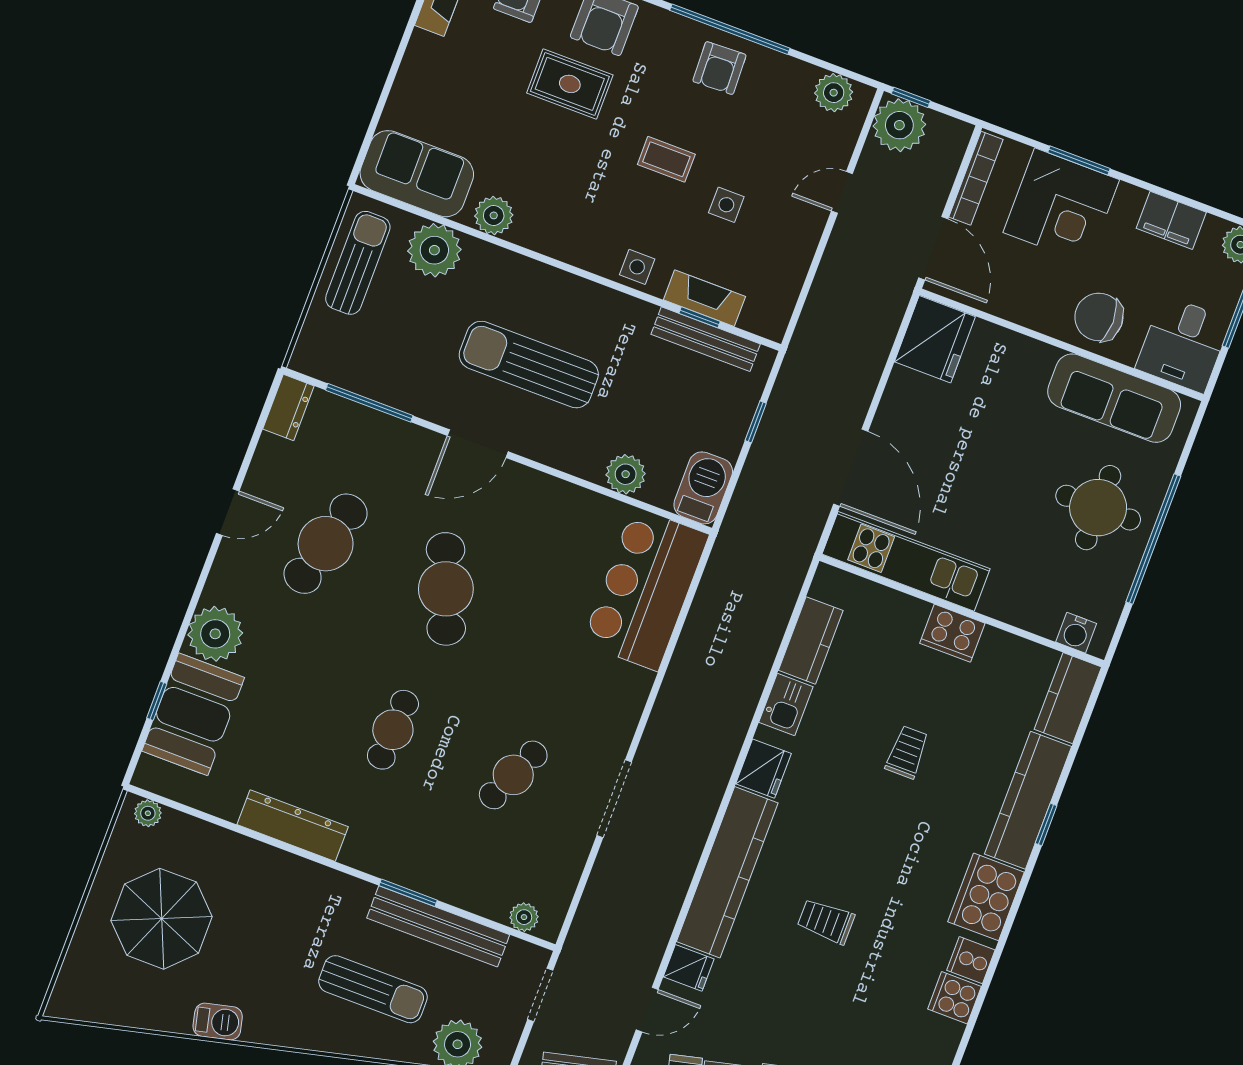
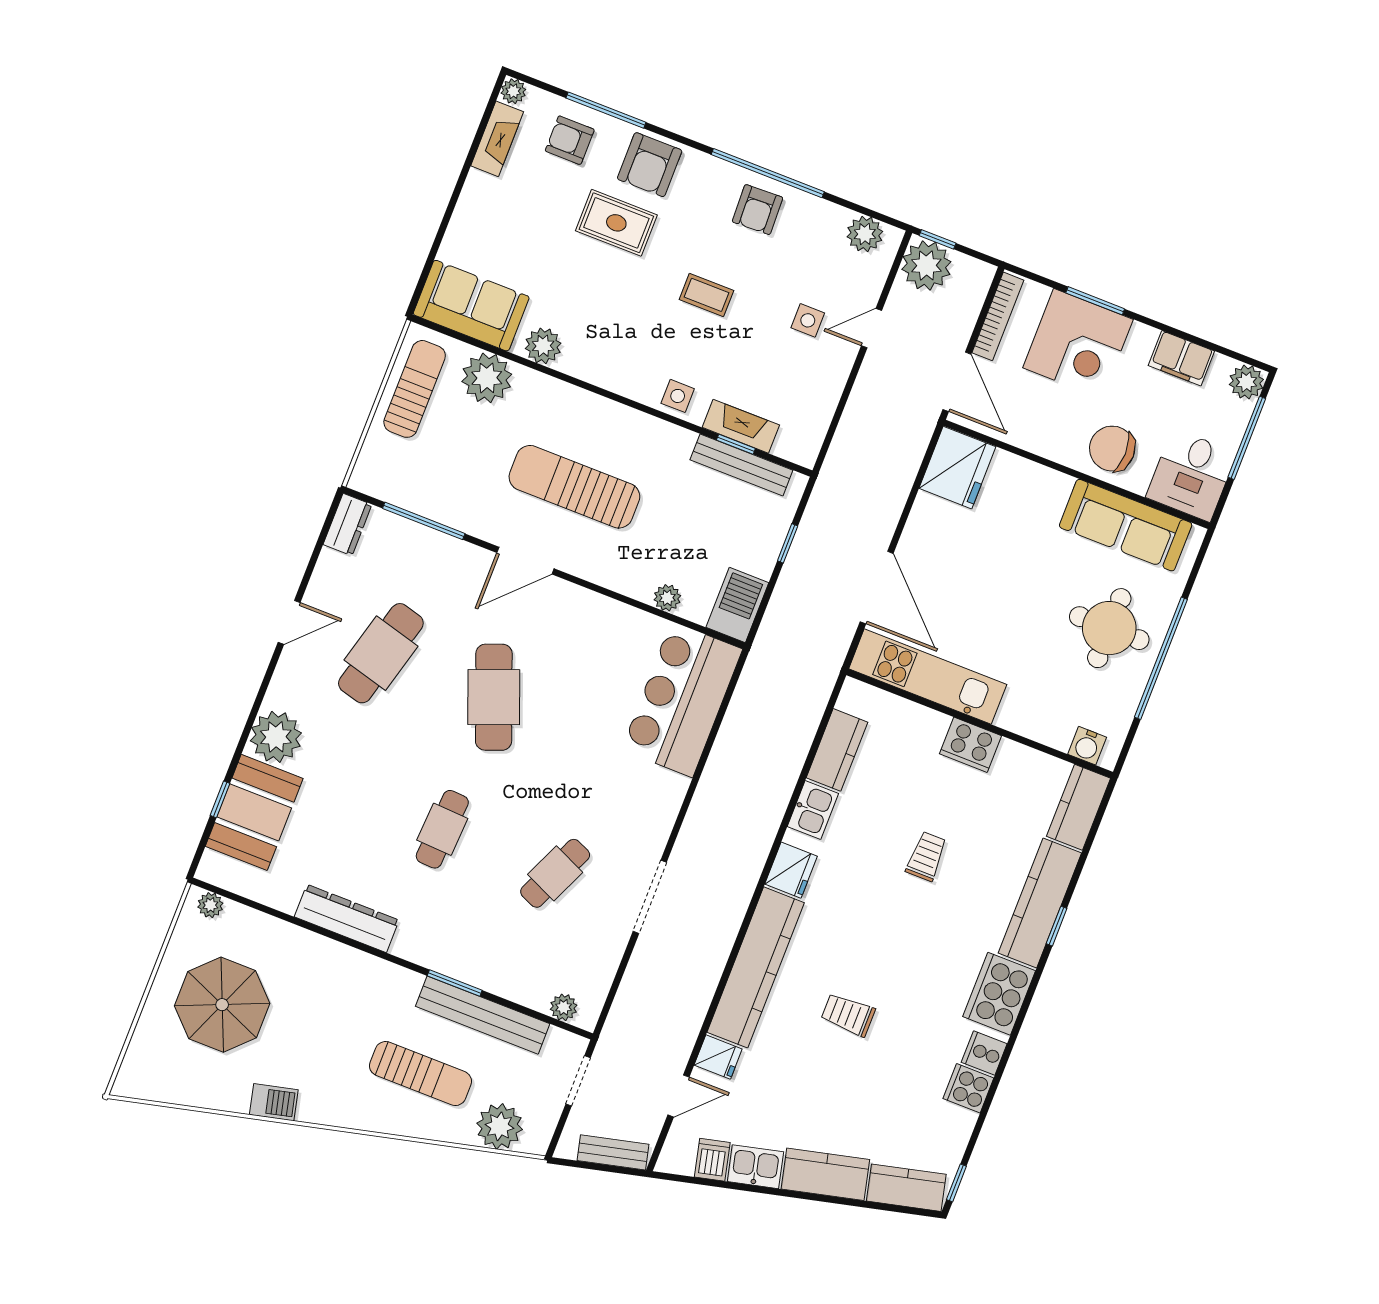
side table: (726, 205) -> (808, 320), moved
plant: (626, 474) -> (667, 598), width x0.73, depth x0.73

